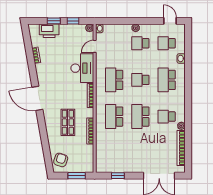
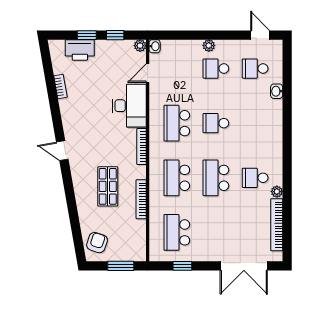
school desk: (167, 80) -> (177, 232), moved
door: (37, 98) -> (62, 151), width x0.53

